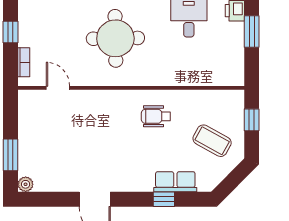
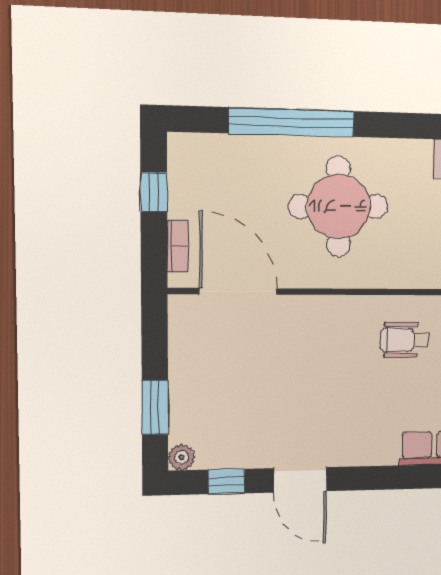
door: (58, 88) -> (238, 291), width x1.88
window: (164, 199) -> (227, 482), moved

